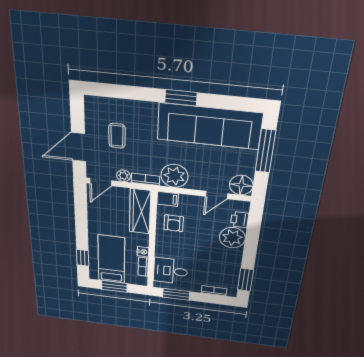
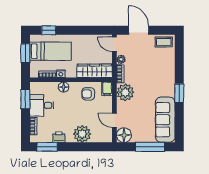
sofa: (209, 126) -> (165, 120), width x0.74, depth x0.79
coffee table: (117, 136) -> (164, 42), moved
printer: (240, 220) -> (59, 137), moved
floor lamp: (162, 251) -> (64, 87), added
desk: (170, 271) -> (42, 105), moved, turned -90

